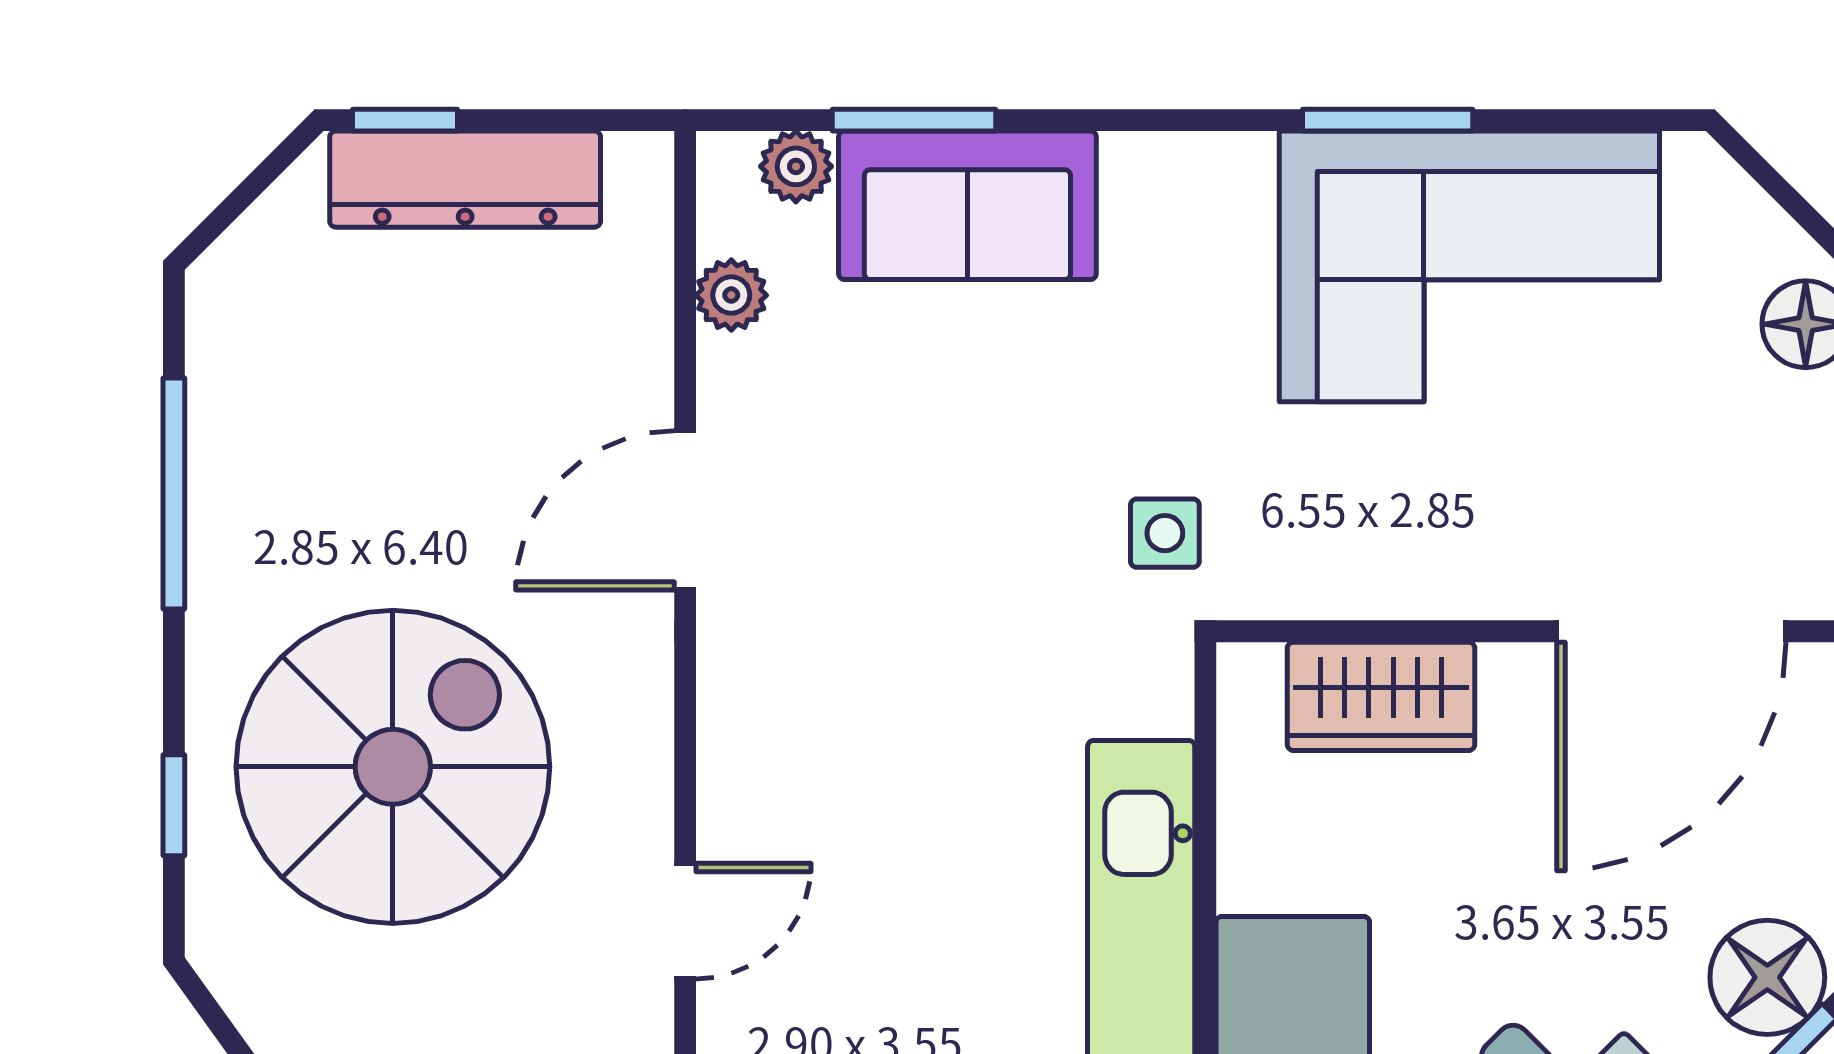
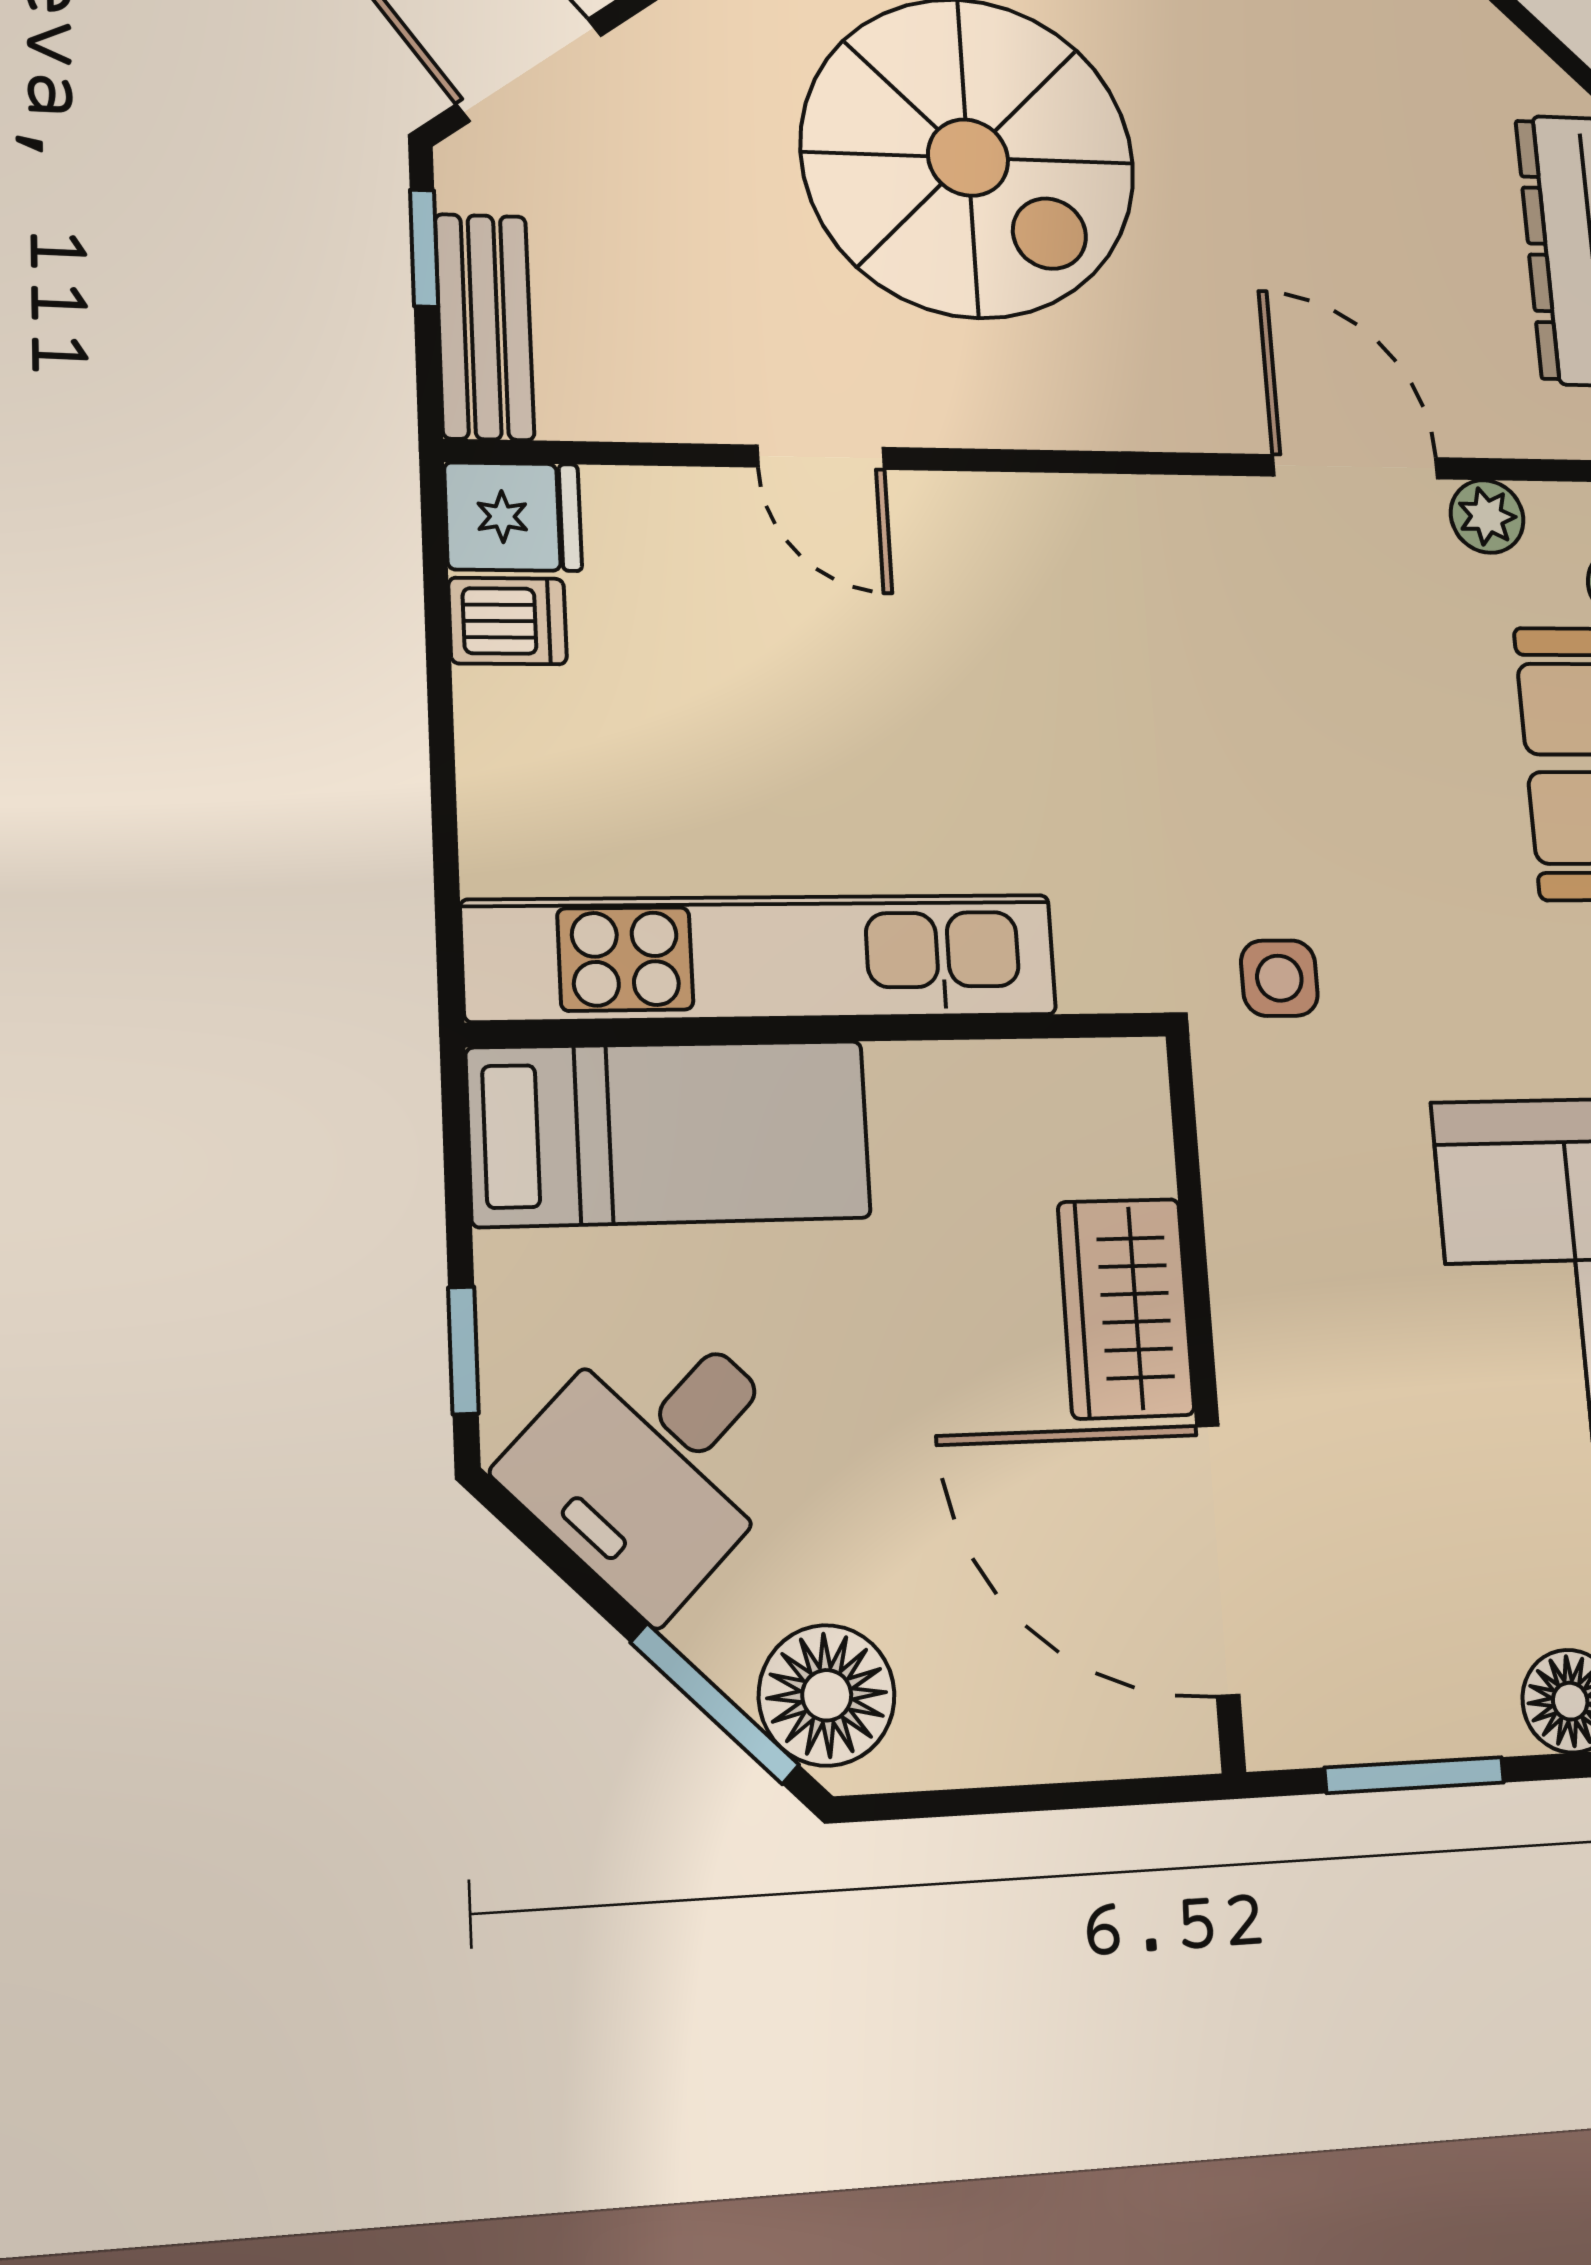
door: (685, 510) -> (1355, 467), moved
wardrobe: (1381, 696) -> (1126, 1308), moved

